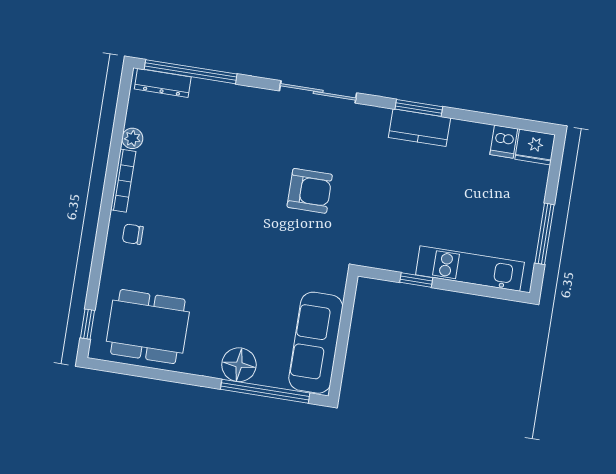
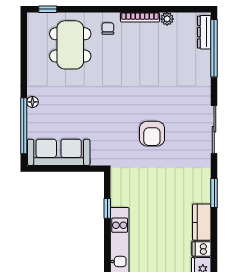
kitchen counter: (419, 128) -> (202, 222), moved
dining table: (148, 327) -> (70, 45), moved
floor lamp: (239, 365) -> (32, 102), width x0.53, depth x0.53

